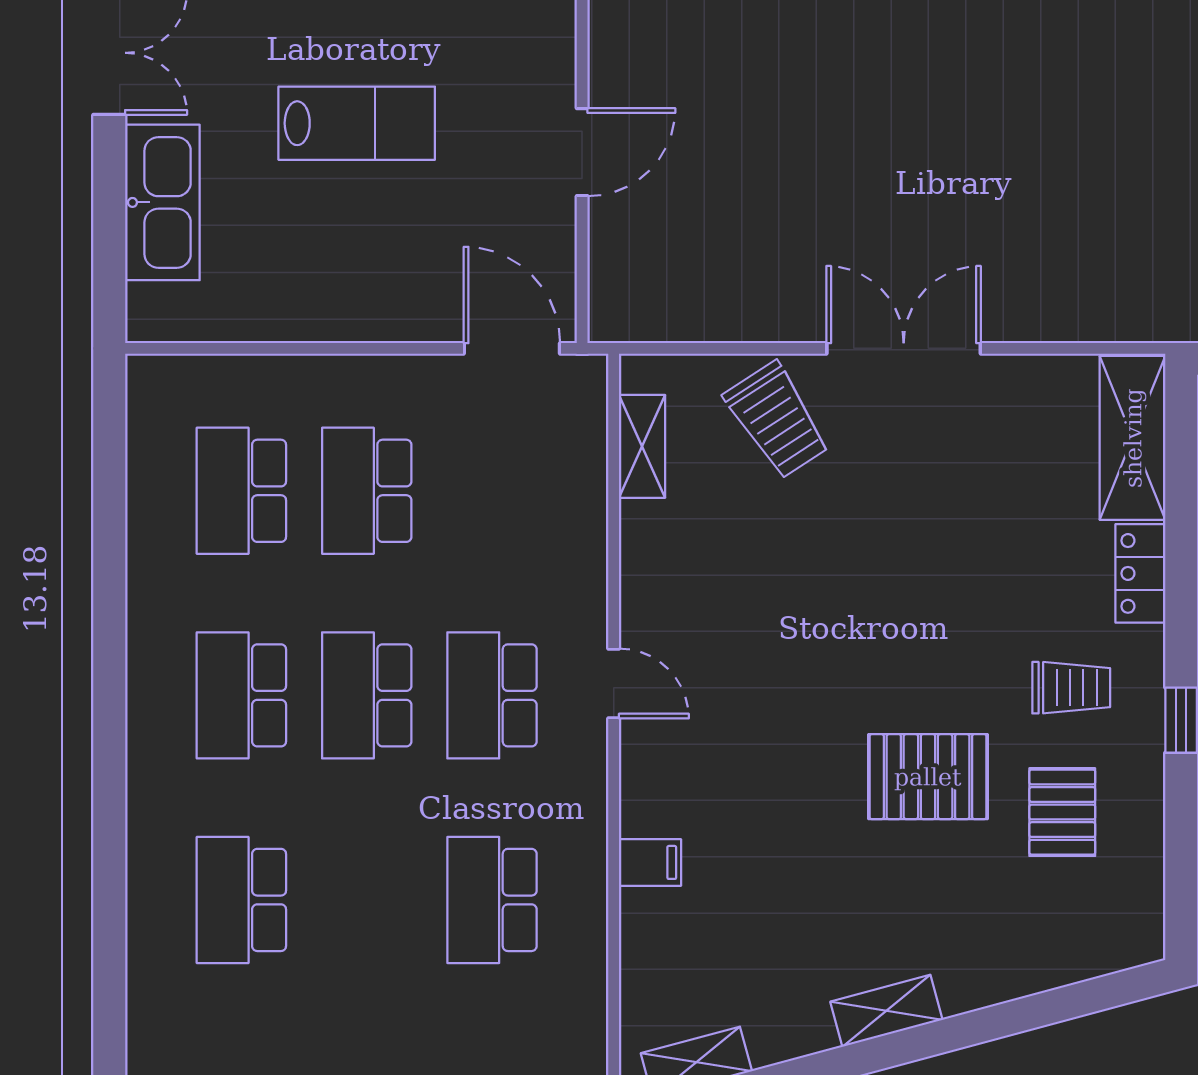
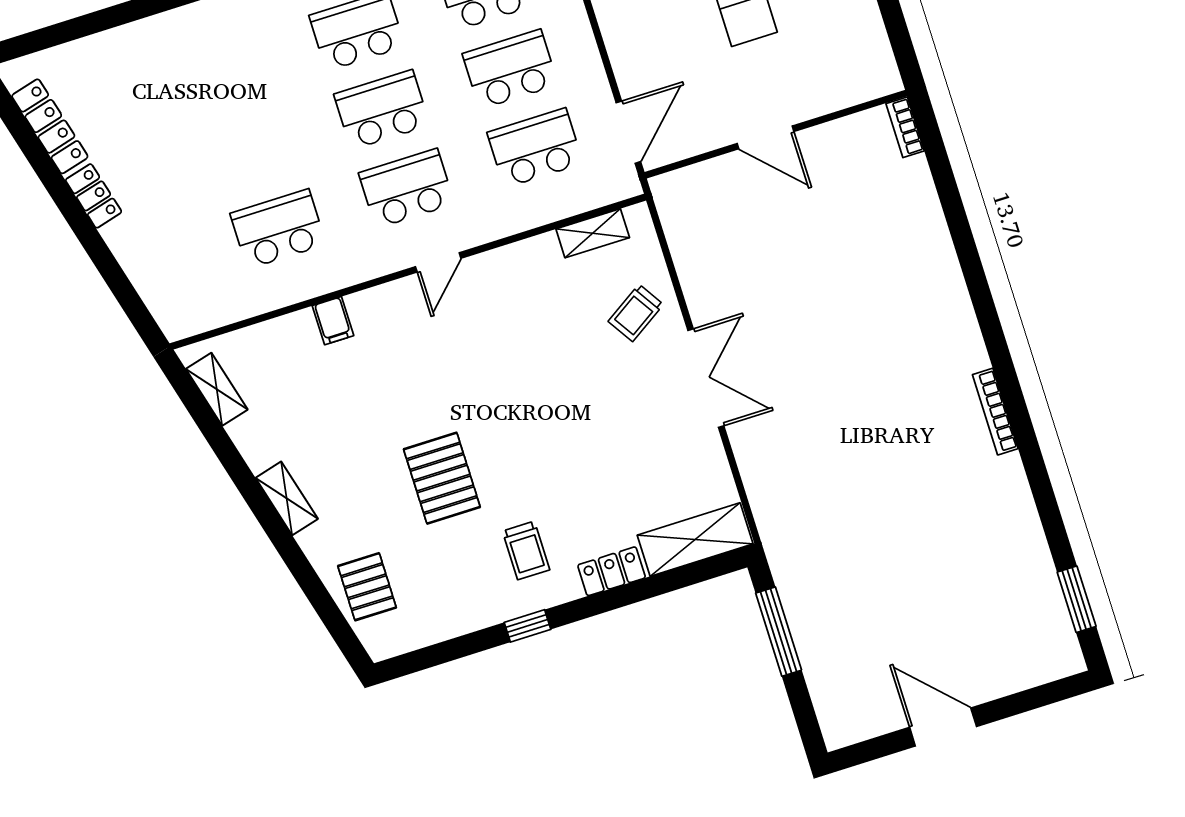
trolley: (777, 420) -> (636, 313), width x0.73, depth x0.72
pallet: (1062, 812) -> (367, 587), moved, turned 90
school desk: (241, 900) -> (535, 148), moved

